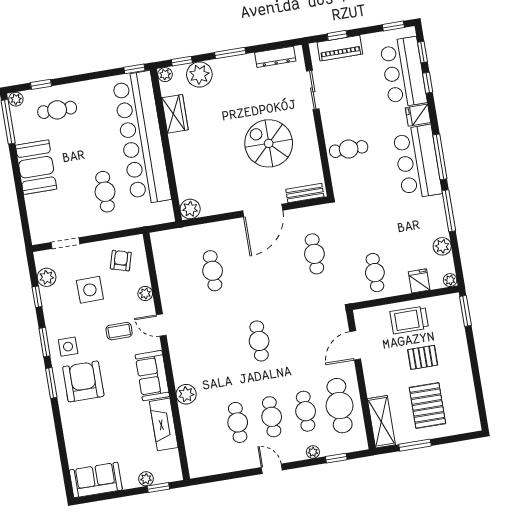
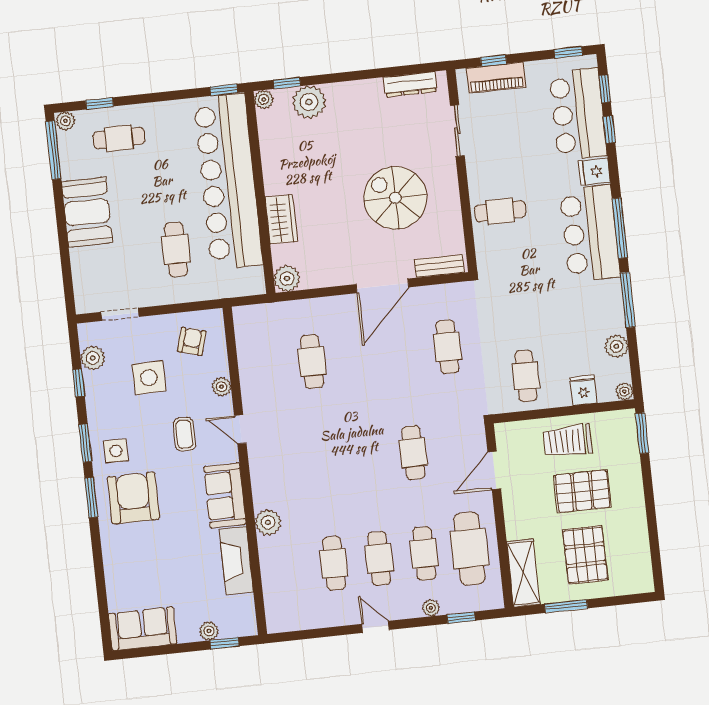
window: (230, 53) -> (351, 76), removed
wardrobe: (175, 114) -> (281, 219), moved
coffee table: (119, 331) -> (184, 434), turned 90
cafe table: (259, 341) -> (413, 453), moved
pallet: (423, 357) -> (582, 491), width x1.50, depth x1.42

